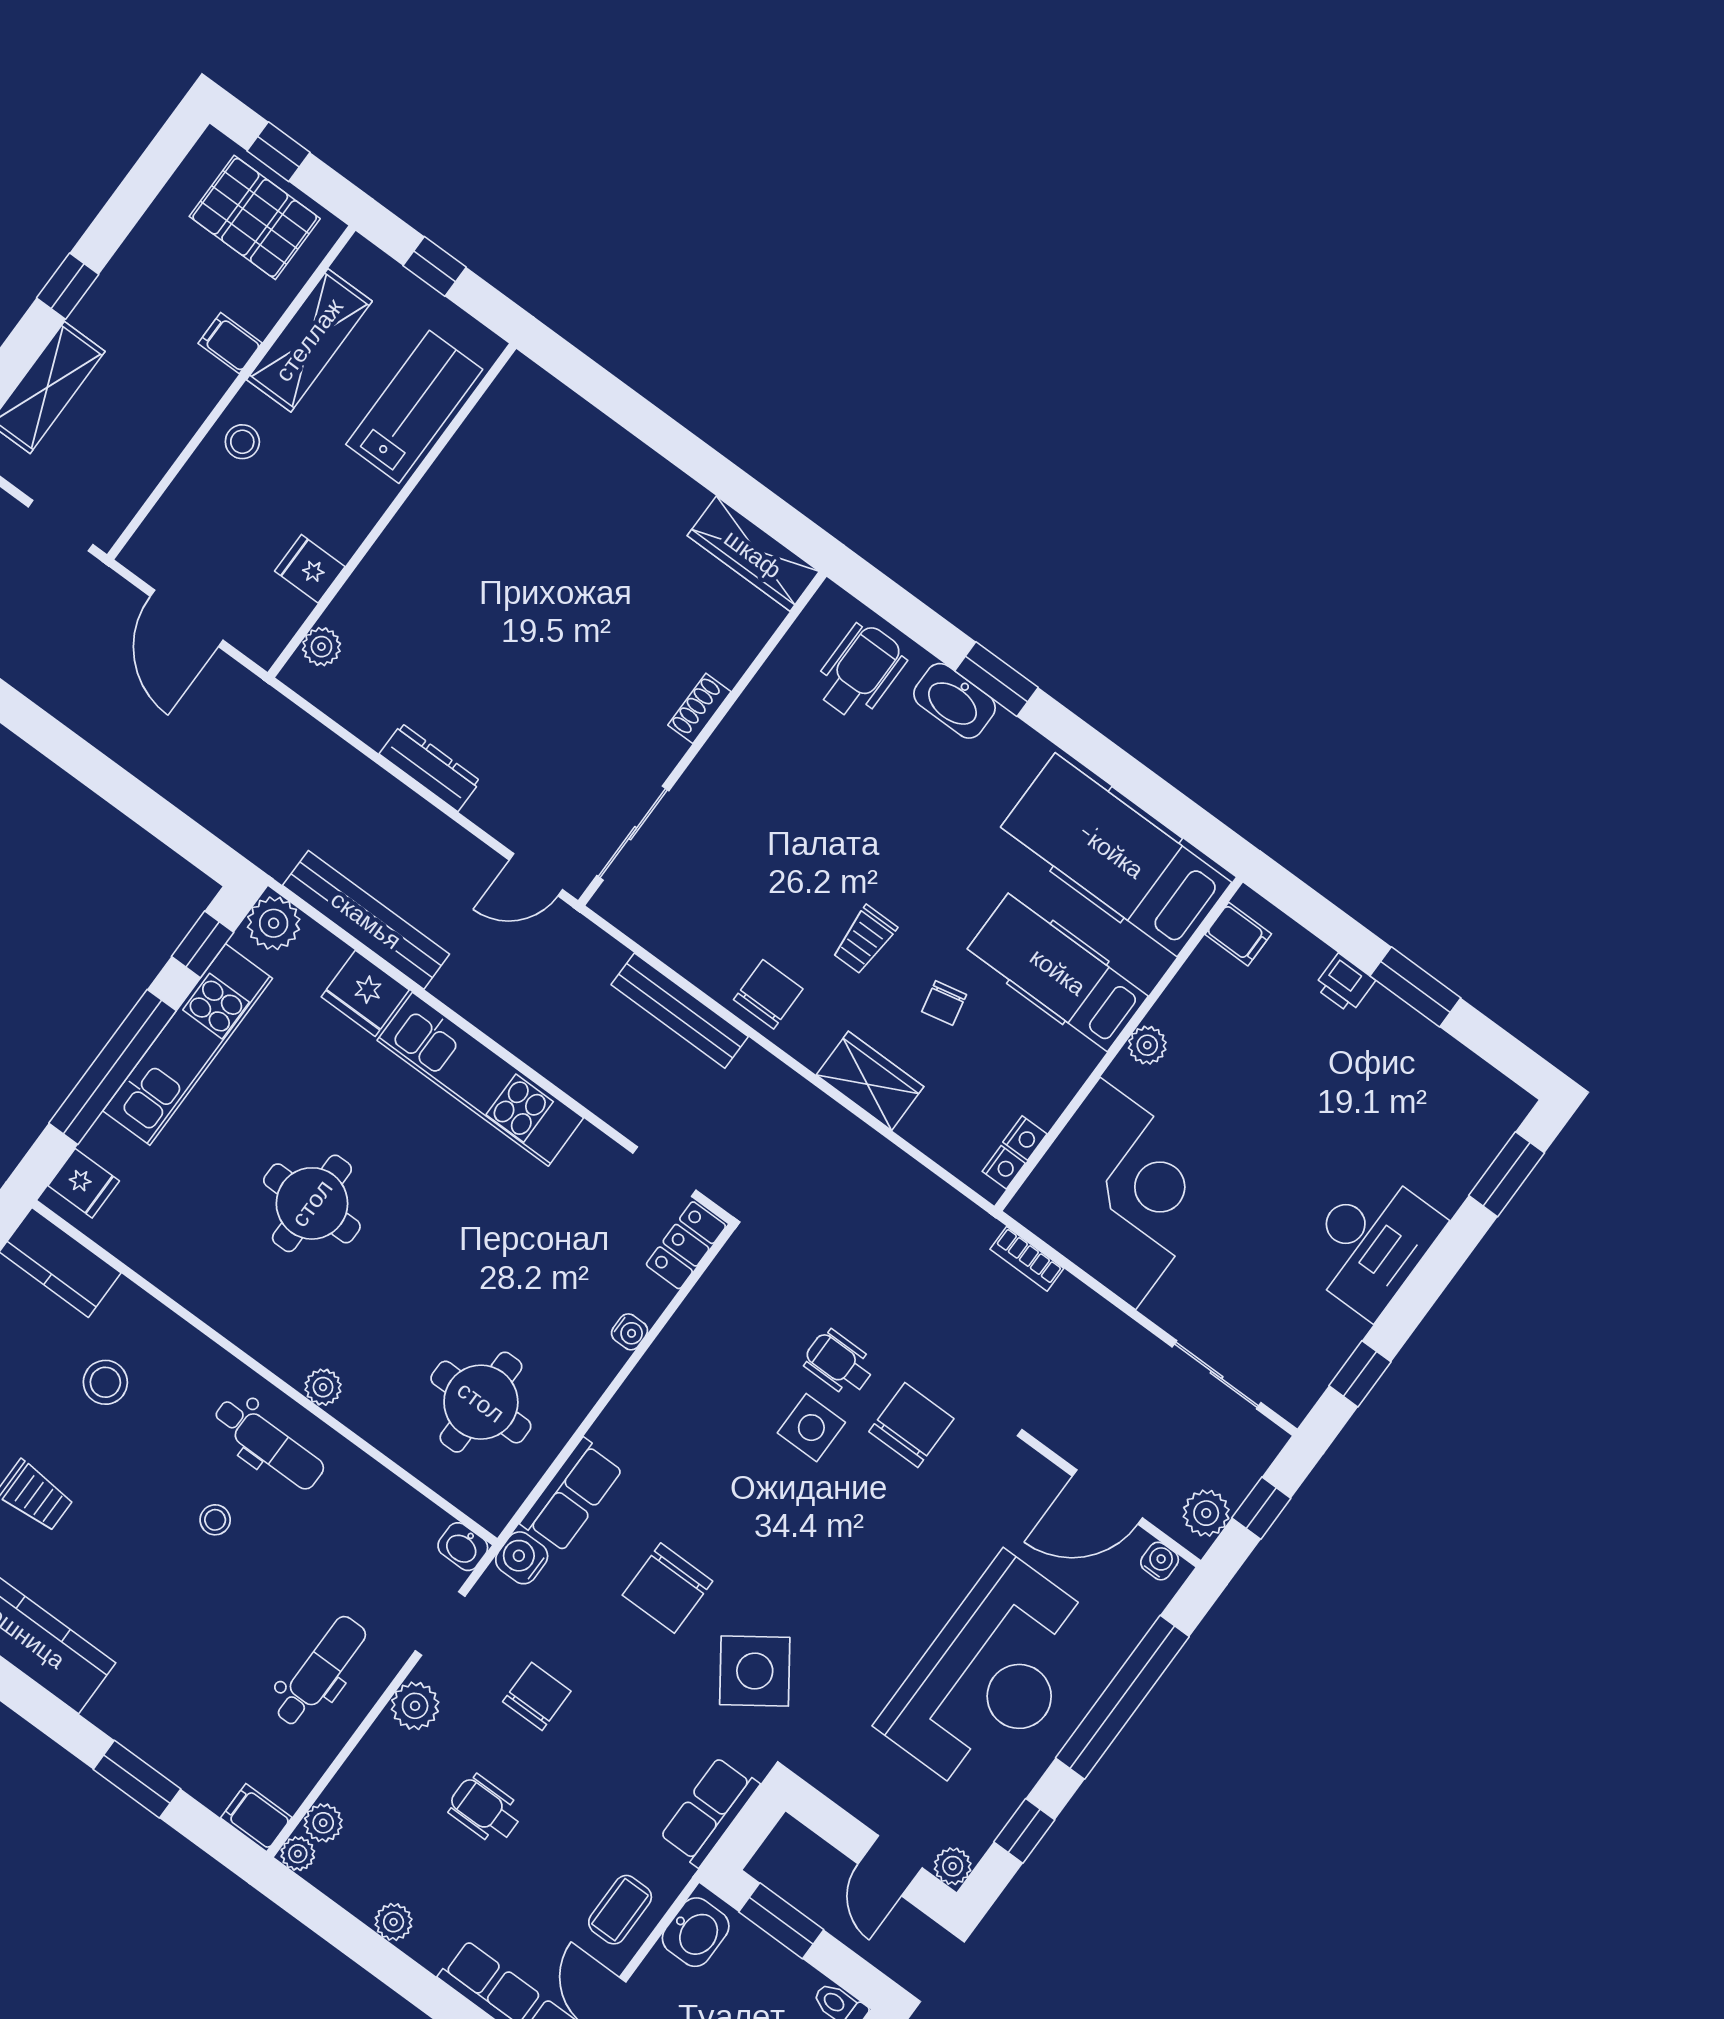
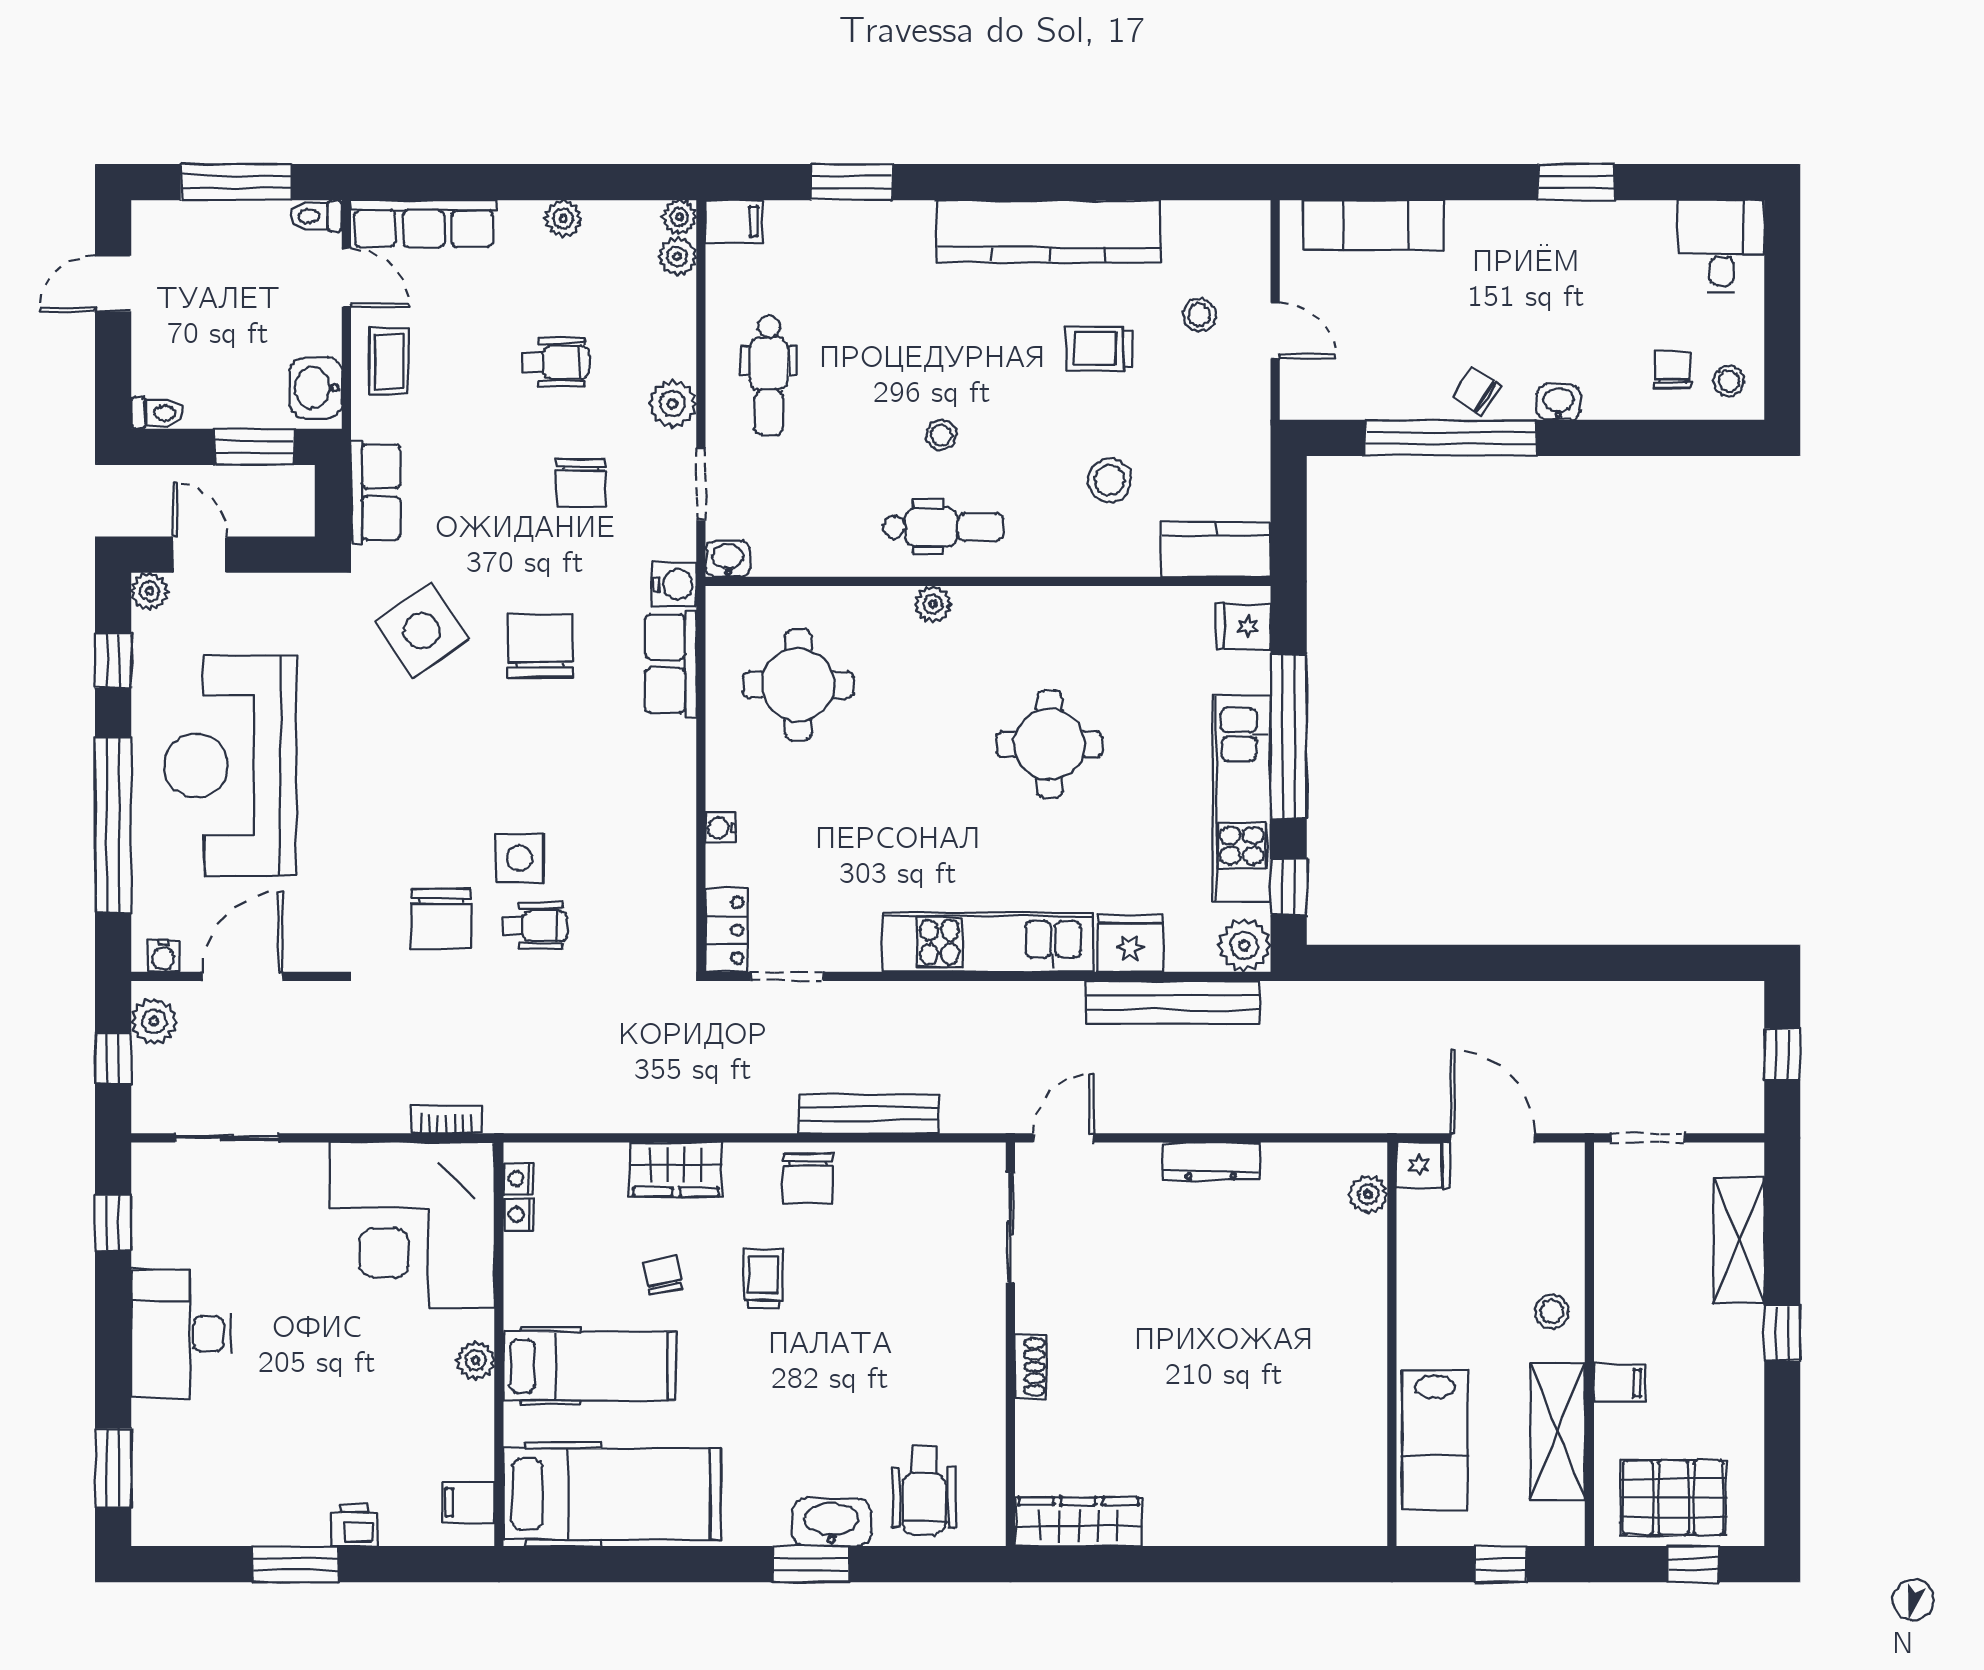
fridge: (310, 569) -> (1423, 1165), moved
dental chair: (269, 1444) -> (943, 527), turned 180

